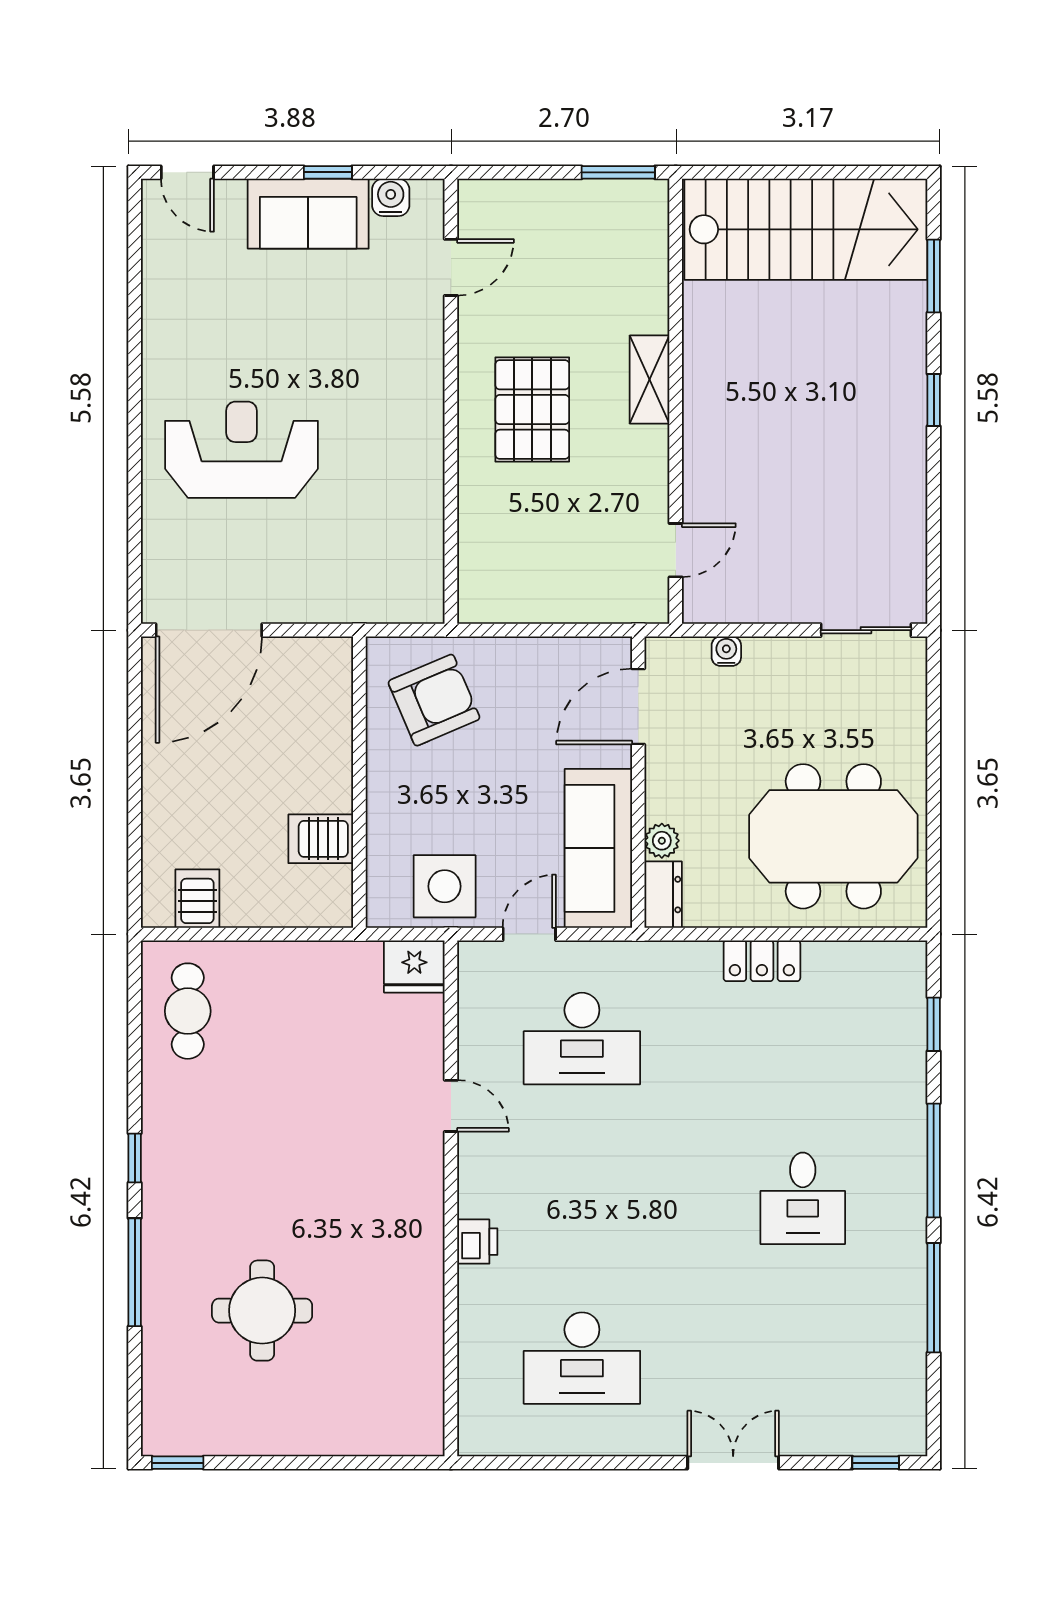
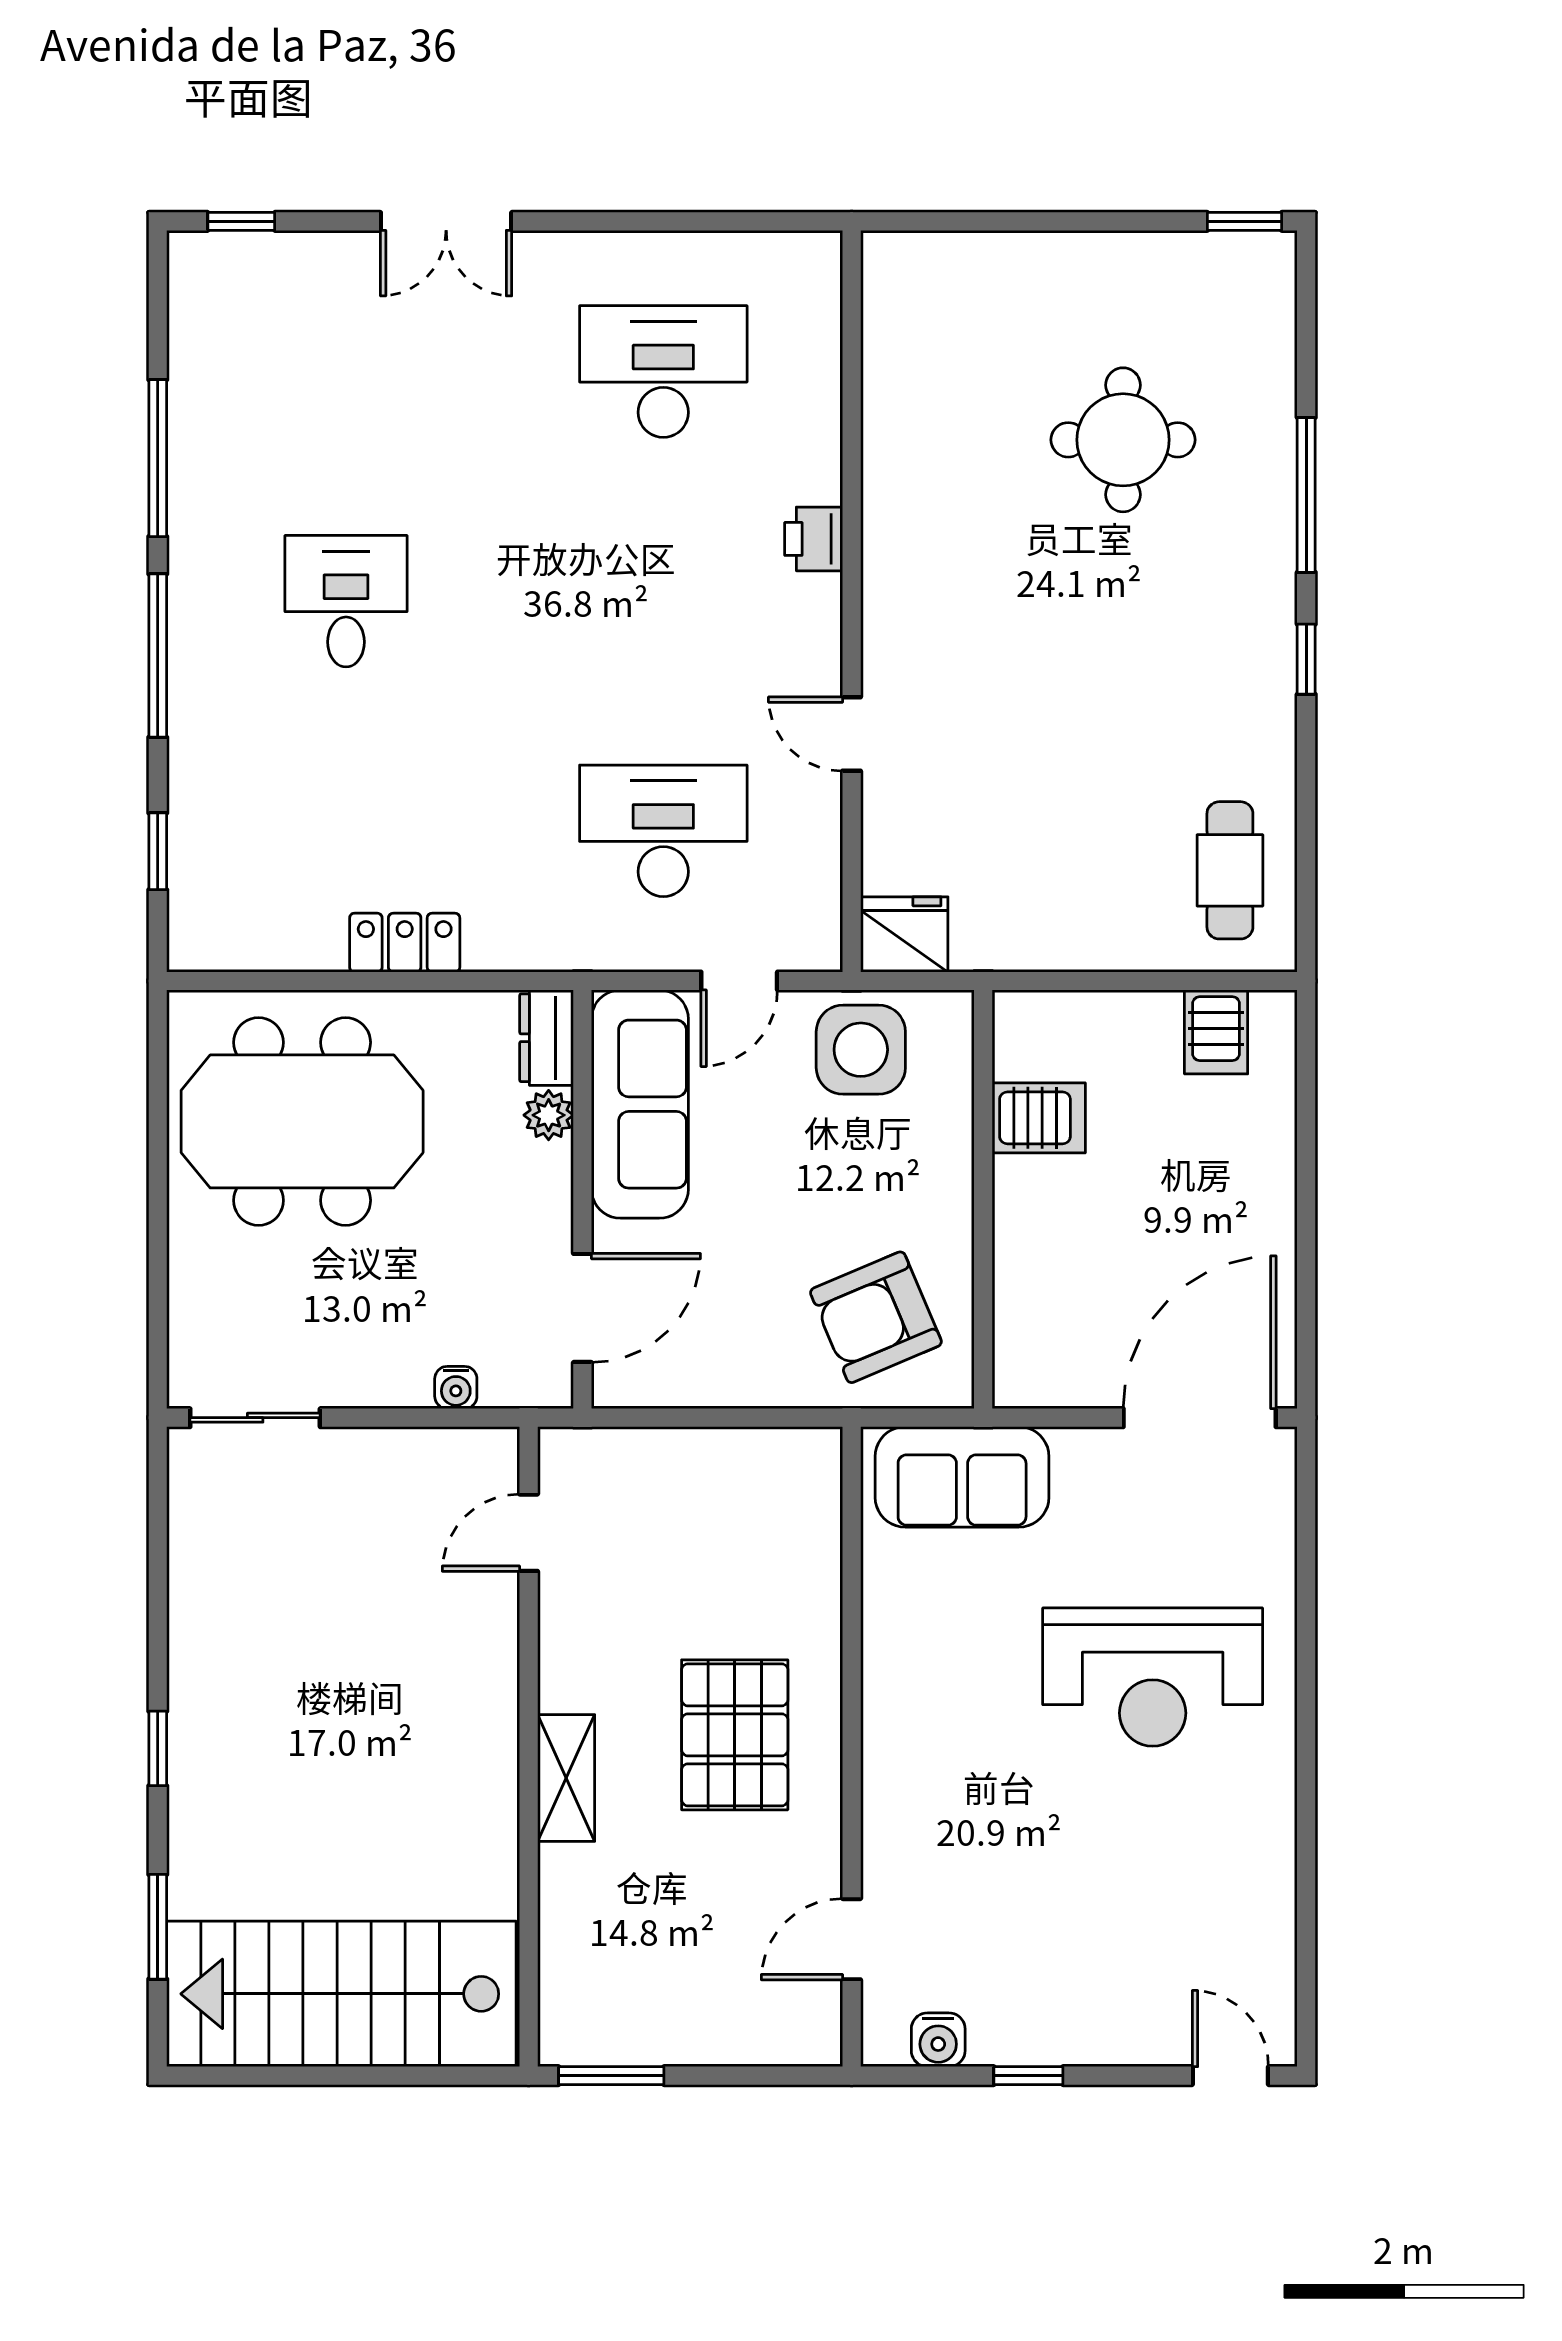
sofa: (308, 214) -> (962, 1477), moved, turned 180

